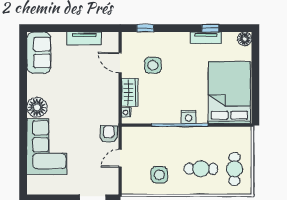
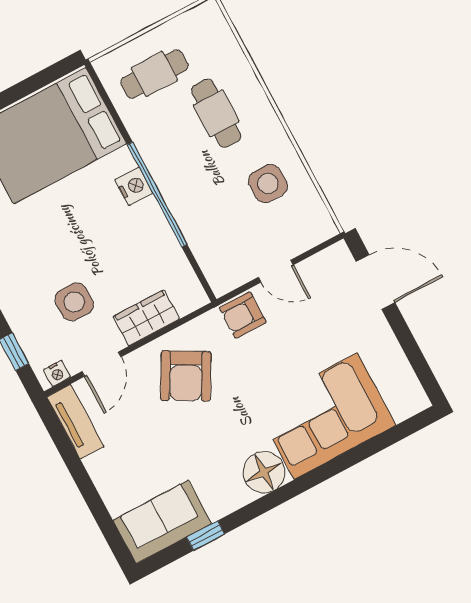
tv unit: (84, 38) -> (76, 422), moved
window: (23, 68) -> (206, 536), added
armchair: (96, 96) -> (186, 376), added
nightstand: (126, 112) -> (57, 373), moved
cafe table: (234, 169) -> (154, 74), moved

